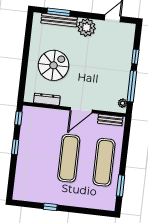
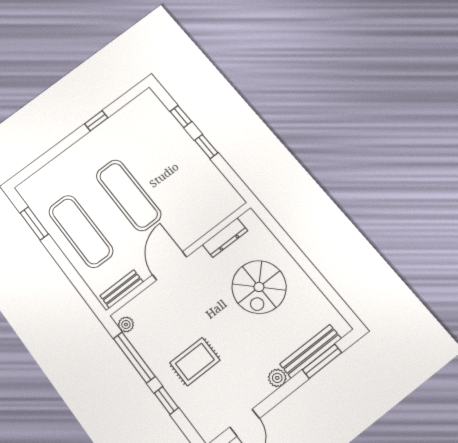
plant: (86, 28) -> (277, 378), width x0.53, depth x0.53
rug: (109, 61) -> (195, 362), added
window: (18, 118) -> (181, 116), moved

